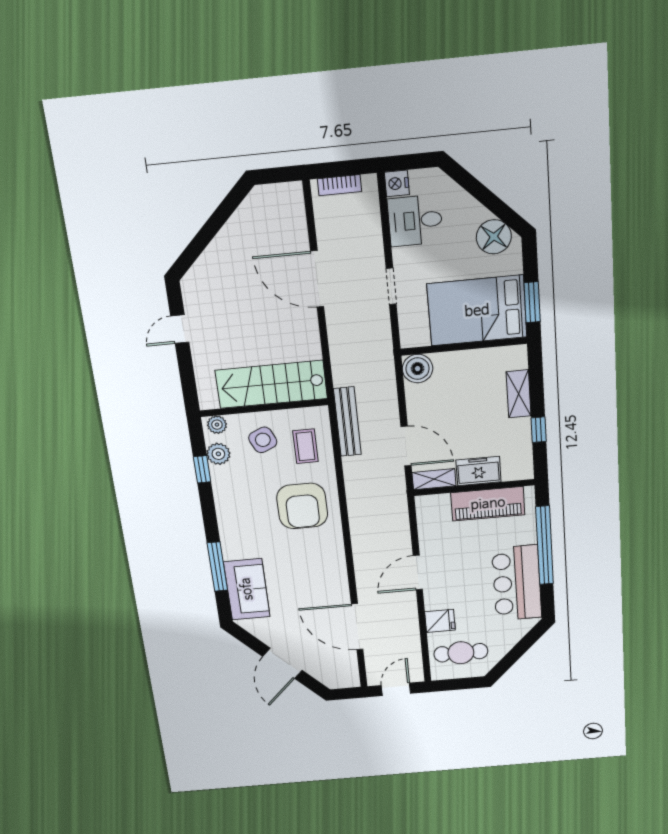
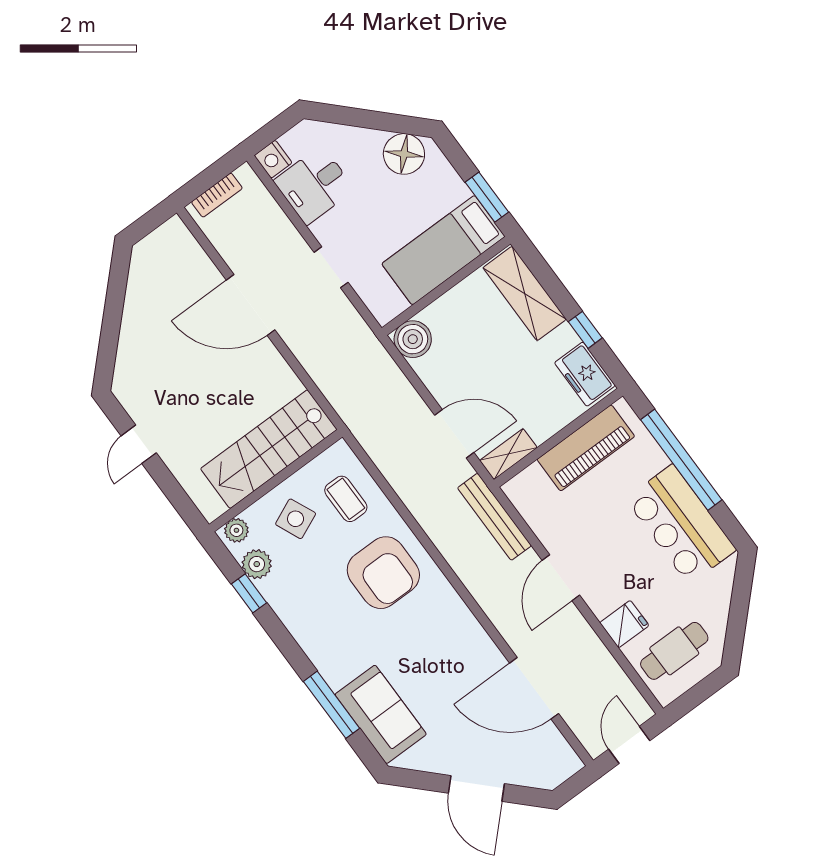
bed: (477, 311) -> (443, 250), width x0.67
shelving: (519, 394) -> (525, 293), width x1.50, depth x1.33
bench: (347, 422) -> (494, 517), moved
freezer: (478, 471) -> (585, 374), moved, turned -90

